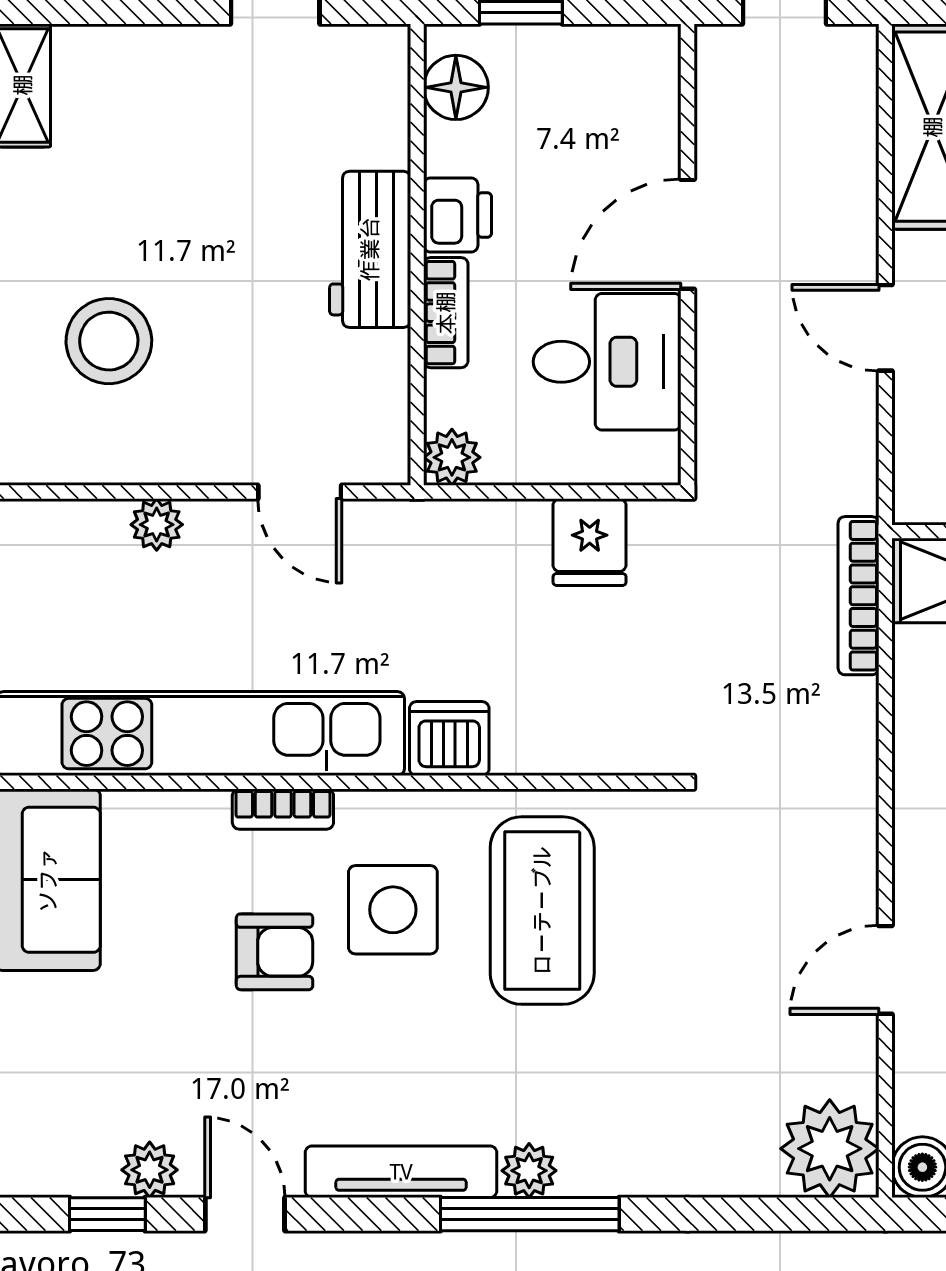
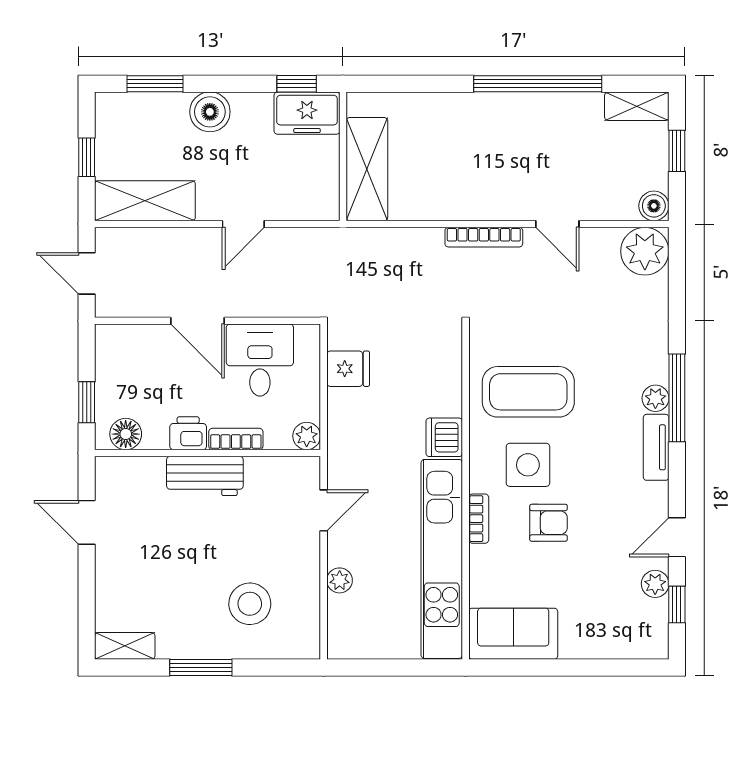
bookcase: (858, 596) -> (484, 237), moved
armchair: (275, 952) -> (549, 523), turned 90
tv unit: (401, 1172) -> (656, 447), width x0.71

